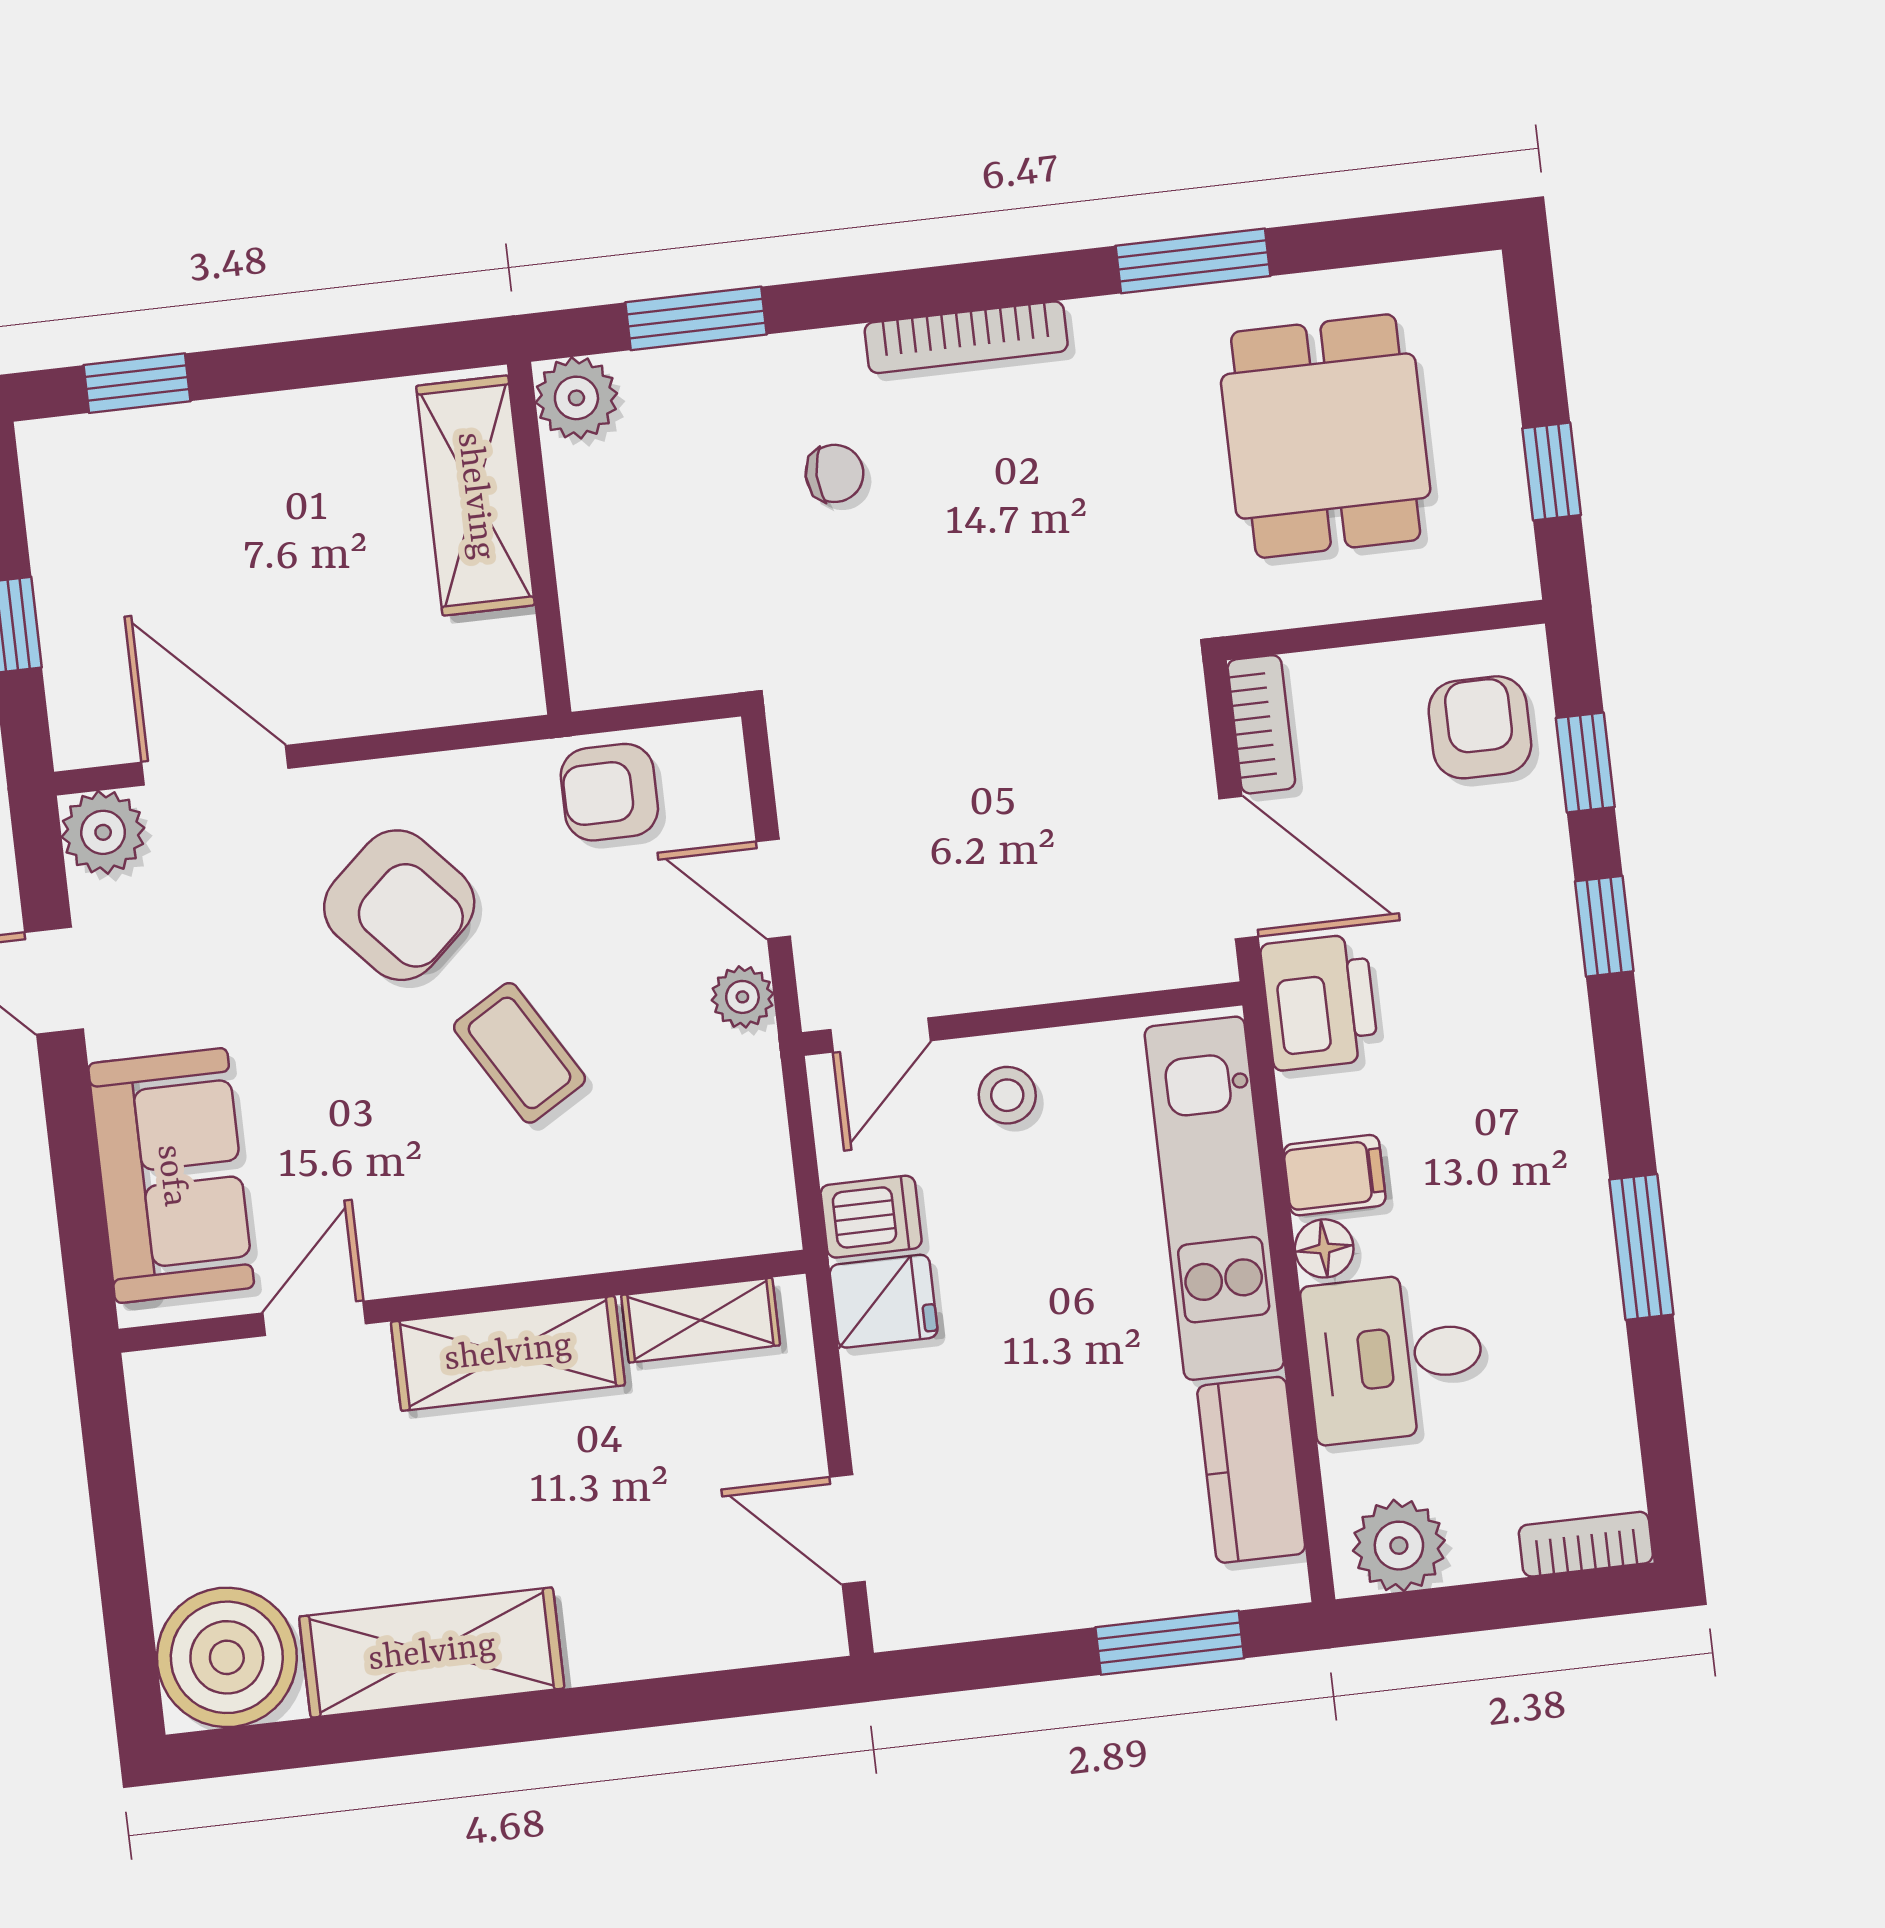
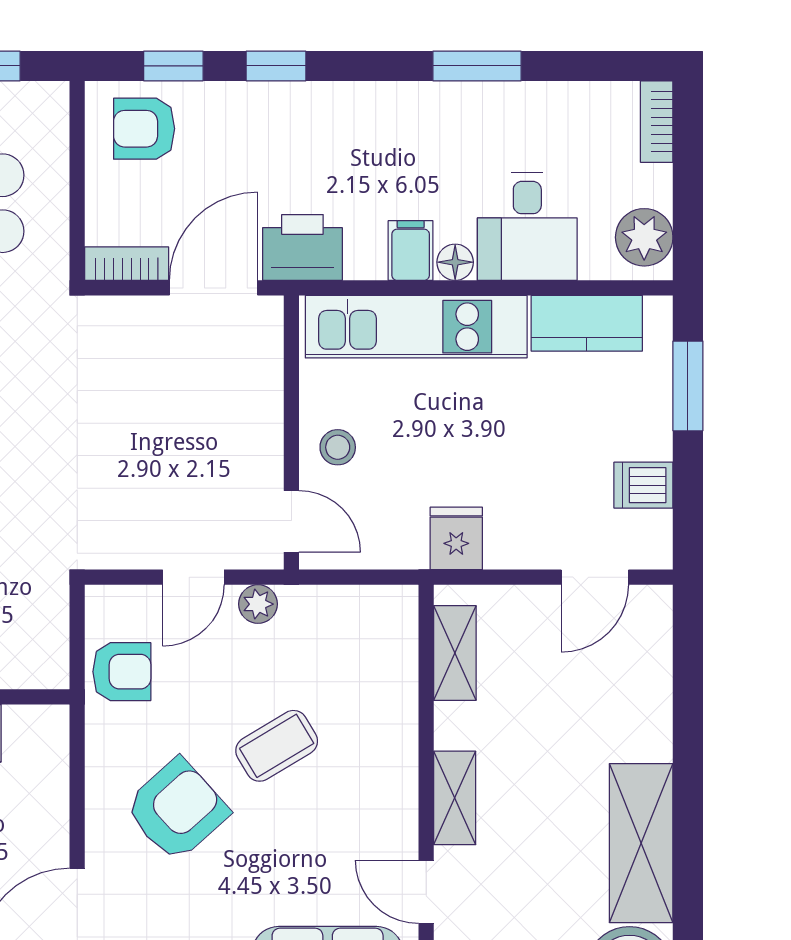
armchair: (609, 792) -> (122, 672), turned -90
dishwasher: (871, 1217) -> (643, 485), moved, turned -90
shelving: (508, 1353) -> (455, 798), width x0.67, depth x0.75

